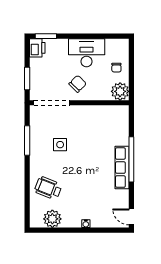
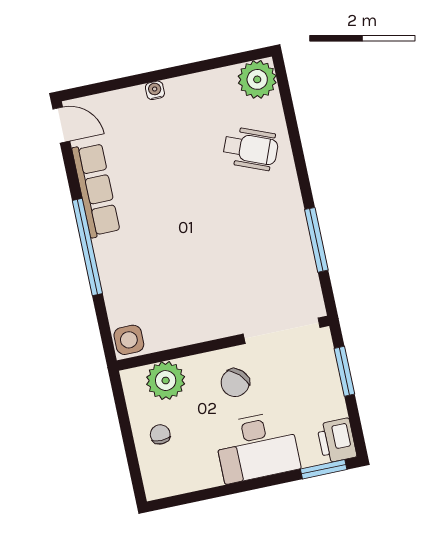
desk: (87, 53) -> (257, 447), moved
plant: (120, 91) -> (166, 381), moved
side table: (60, 145) -> (129, 340), moved
row of seats: (122, 168) -> (96, 190), moved
plant: (52, 219) -> (257, 79), moved

